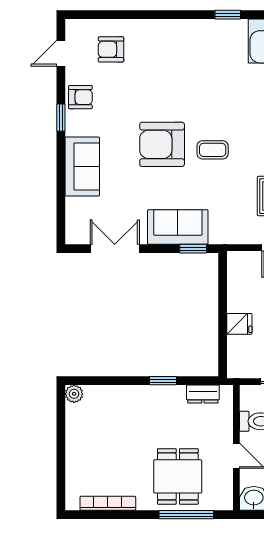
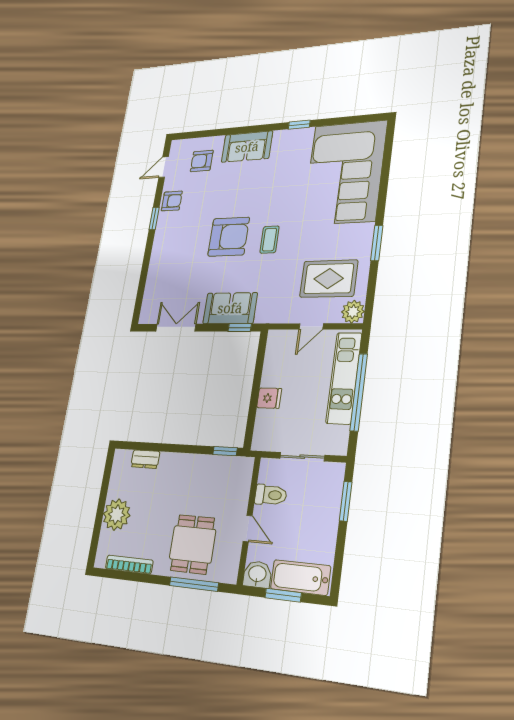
armchair: (162, 144) -> (229, 237), turned 180
coffee table: (213, 150) -> (270, 240), turned 90
sofa: (82, 166) -> (247, 147), moved, turned 90
window: (163, 381) -> (225, 451), moved
plant: (74, 394) -> (117, 515), moved, width x1.88, depth x1.88
dresser: (203, 394) -> (145, 459), moved

